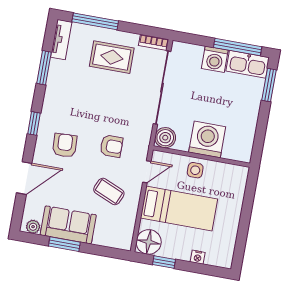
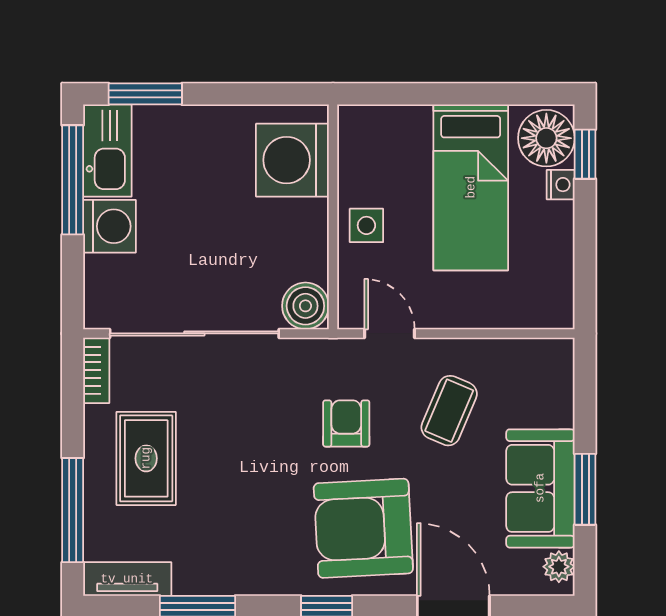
washing machine: (207, 139) -> (292, 160), moved
armchair: (65, 145) -> (363, 528), width x1.88, depth x1.88
bed: (179, 209) -> (471, 187), moved, turned 180
floor lamp: (149, 242) -> (546, 138), moved
window: (164, 262) -> (585, 154), moved

